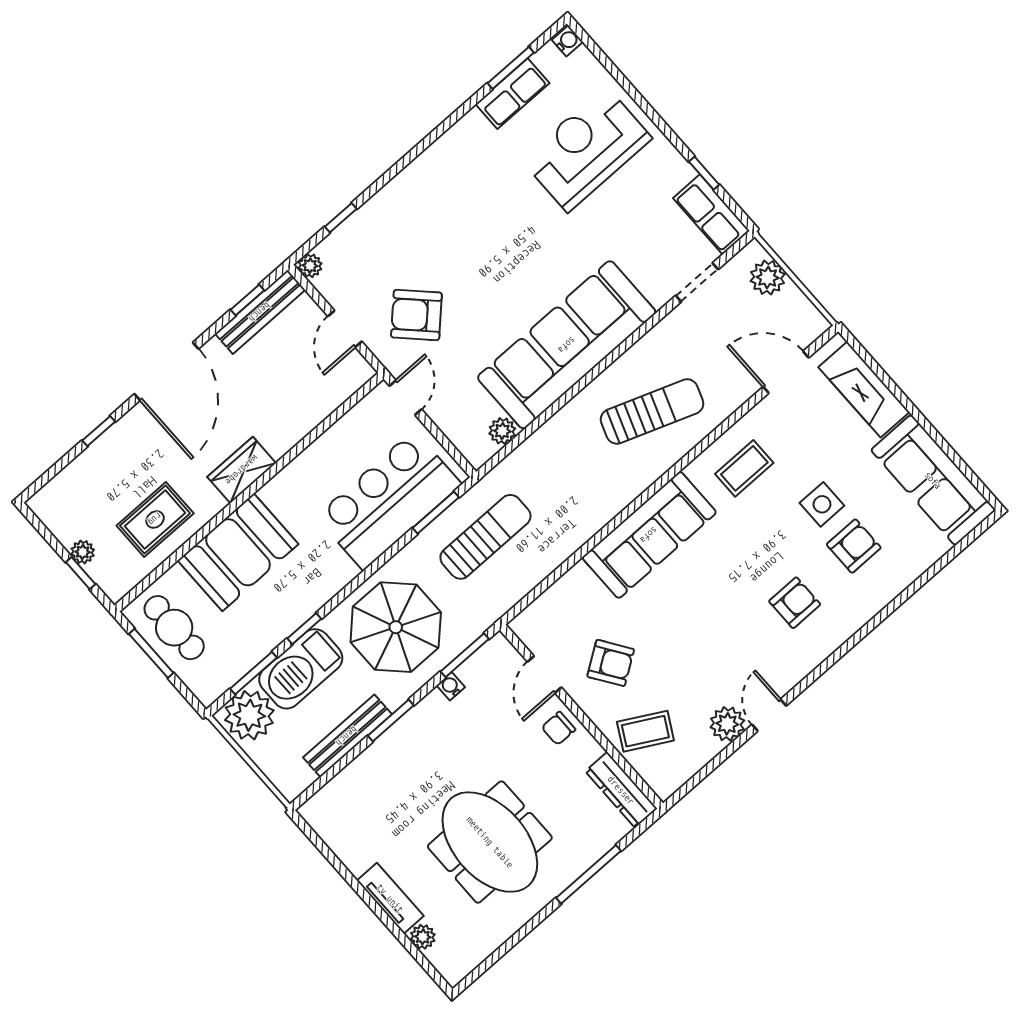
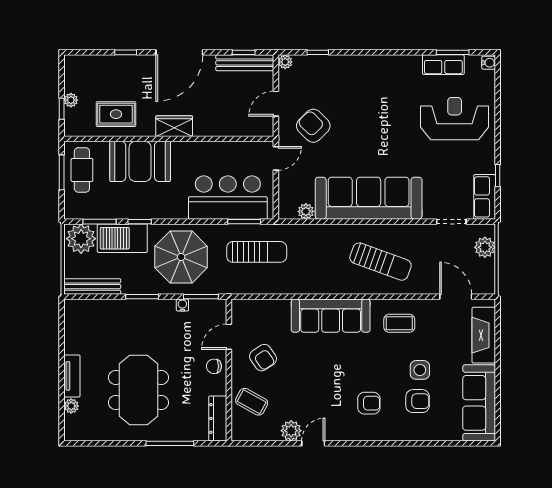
bench: (347, 736) -> (92, 287), moved

